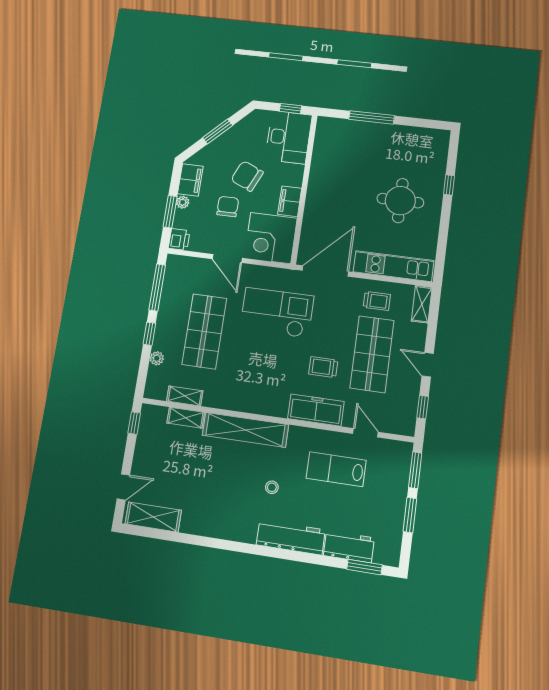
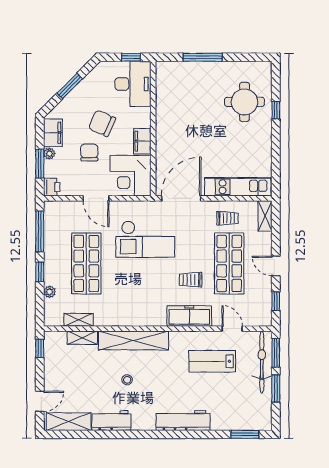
round table: (400, 201) -> (244, 102), moved
checkout: (277, 313) -> (145, 239), turned 180
bicycle: (397, 479) -> (262, 362), added
stool: (272, 487) -> (127, 380), moved
workbench: (349, 547) -> (112, 421), moved

